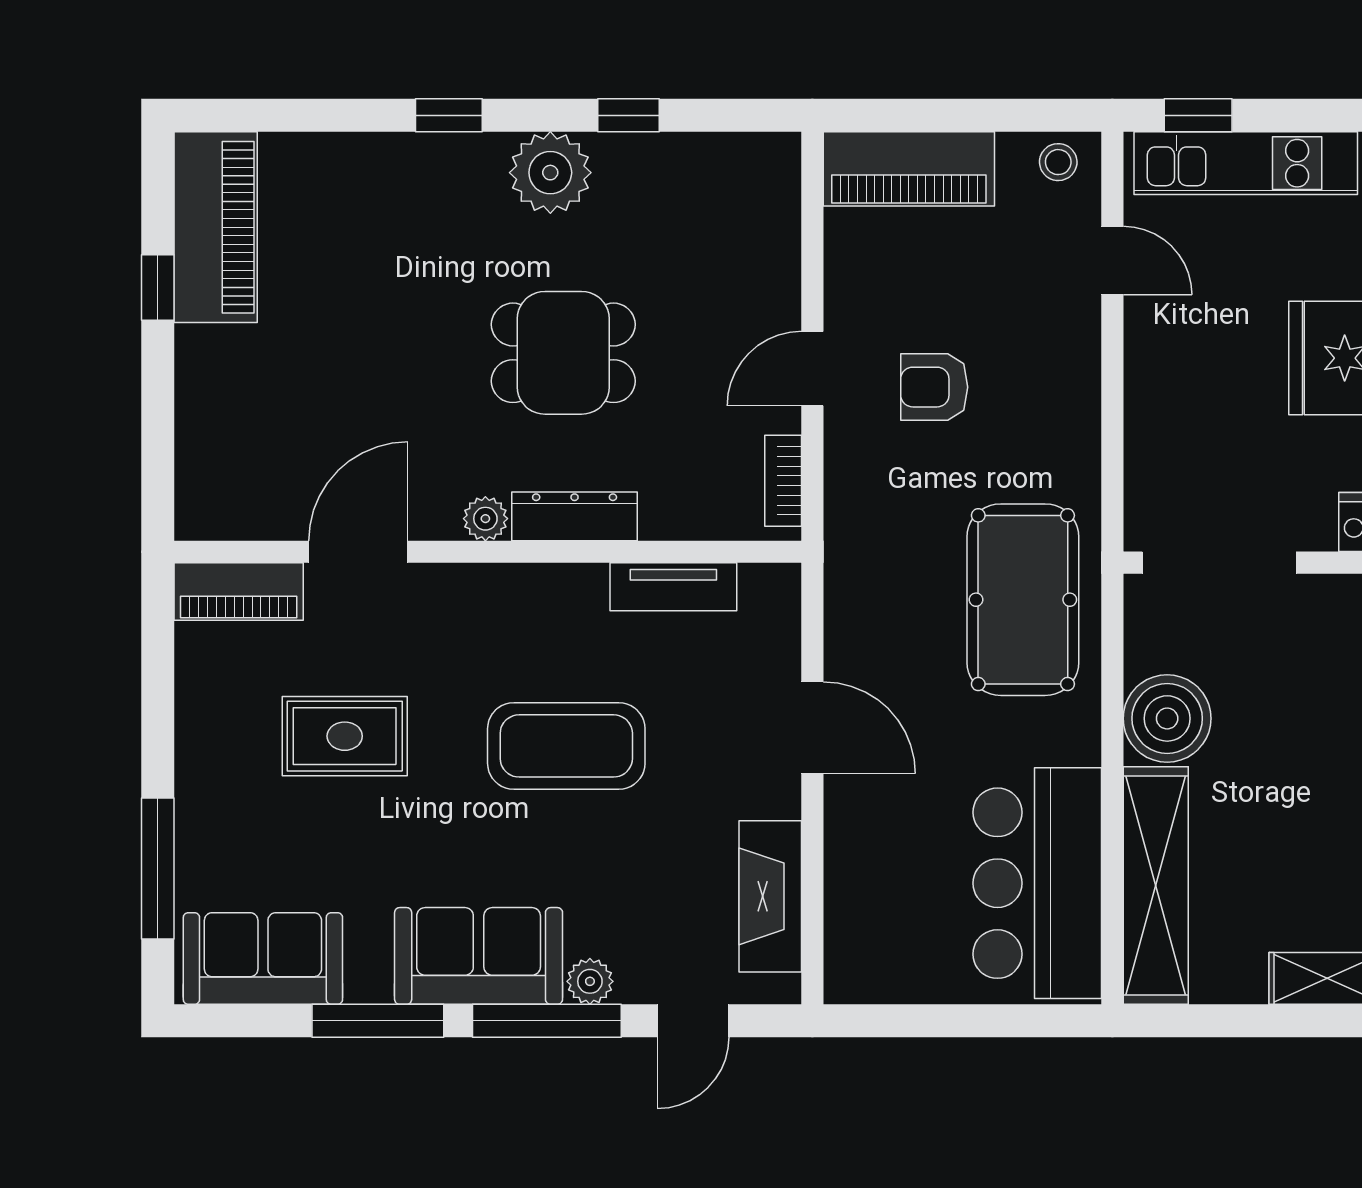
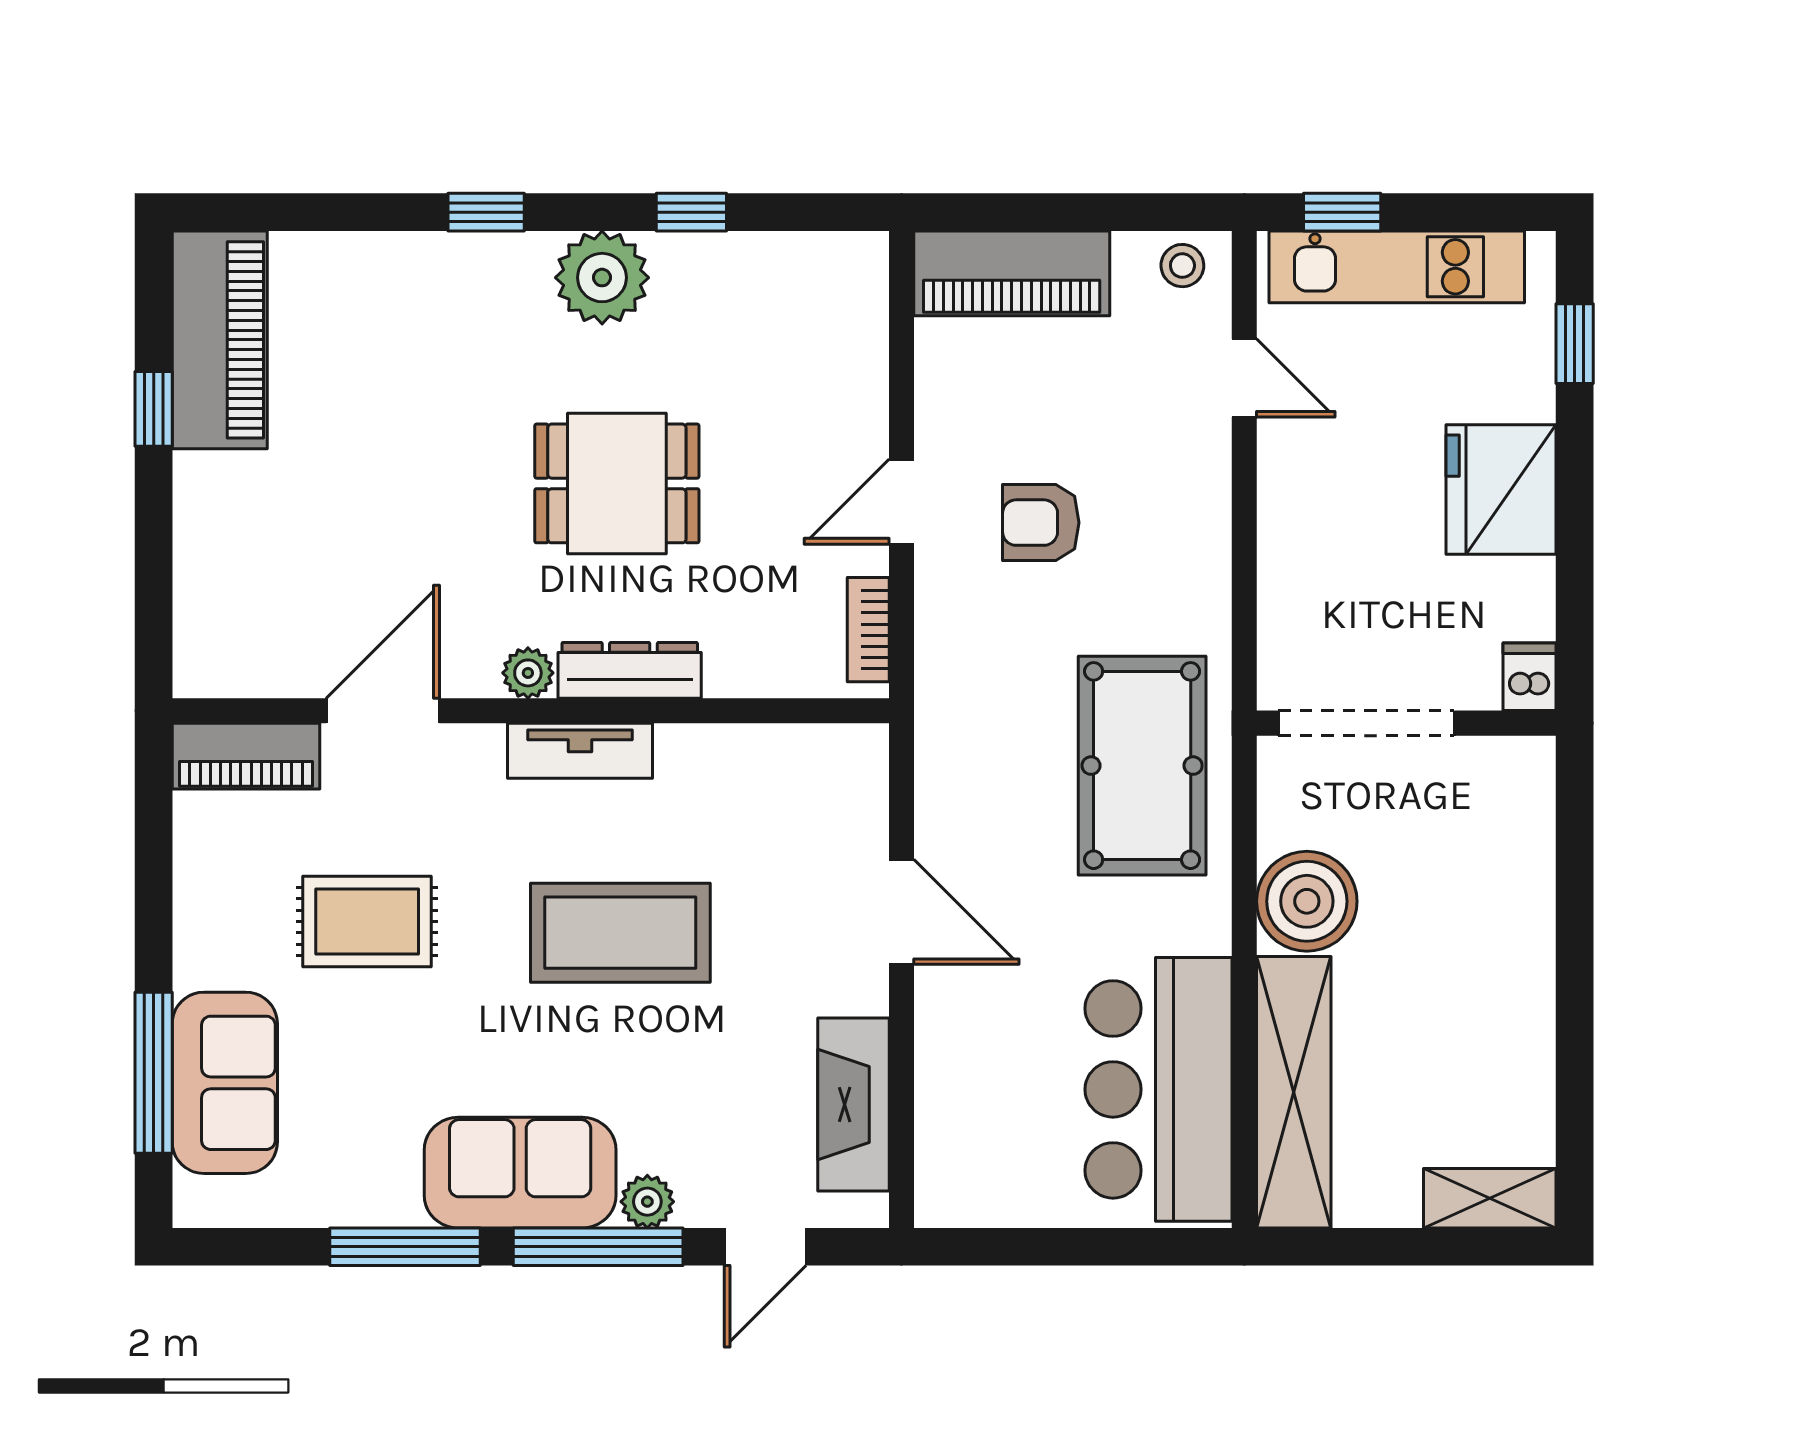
tv unit: (673, 587) -> (580, 751), moved
sofa: (263, 959) -> (225, 1083), moved, turned 90

